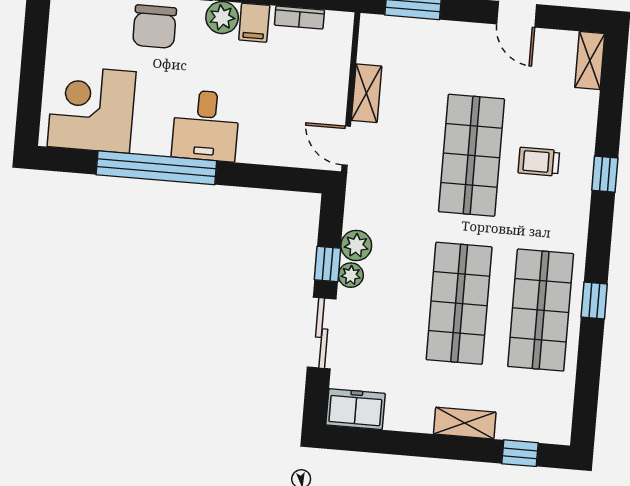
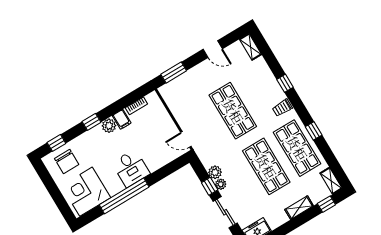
chair: (155, 27) -> (67, 161), moved
shelving: (367, 93) -> (331, 181), moved
trolley: (539, 162) -> (282, 108), moved

